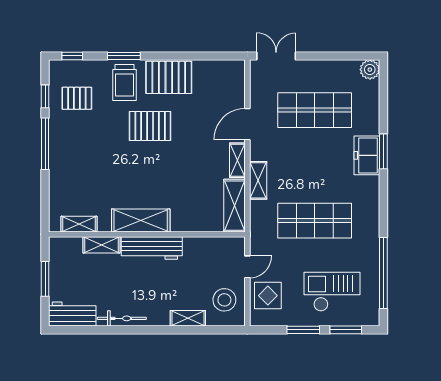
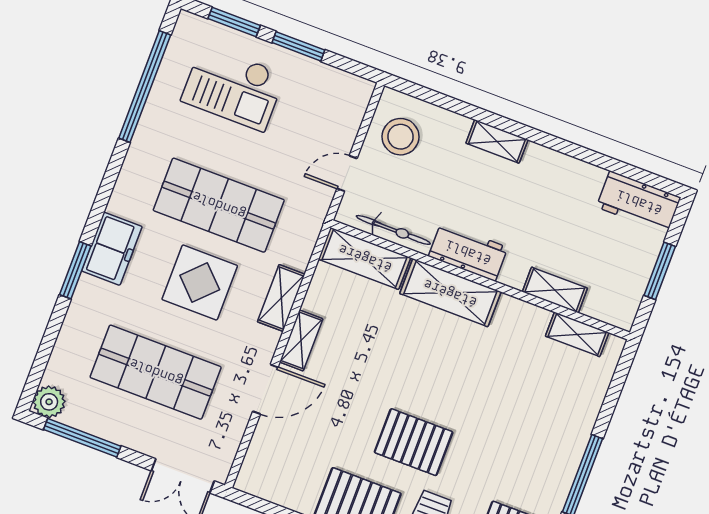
window: (343, 56) -> (82, 438), added
freezer: (367, 155) -> (112, 249), moved
shelving: (235, 206) -> (365, 258), moved, turned 90
shelving: (141, 220) -> (450, 293), moved
workbench: (152, 248) -> (468, 252), width x0.73
display table: (268, 296) -> (200, 282), moved, width x1.36, depth x1.36
bicycle: (122, 318) -> (393, 230), moved, turned 180
shelving: (188, 318) -> (497, 141), moved

